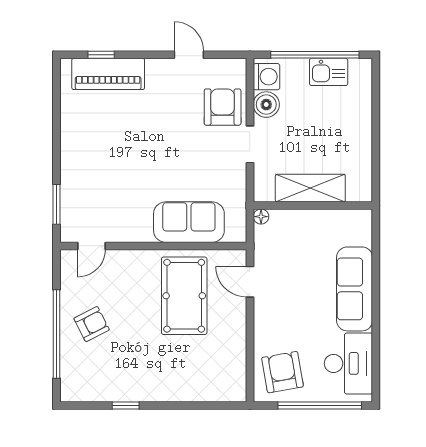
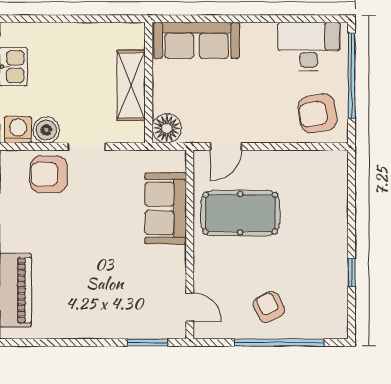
floor lamp: (261, 217) -> (167, 128), width x1.89, depth x1.89
sofa: (355, 289) -> (197, 40), moved

